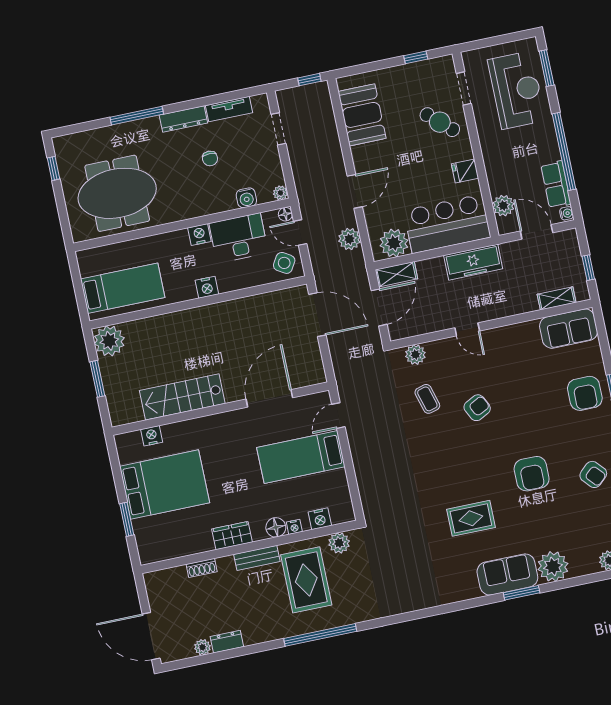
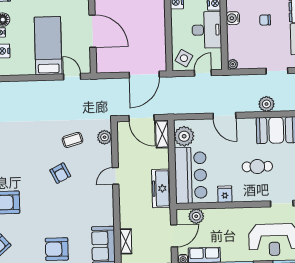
cafe table: (440, 122) -> (257, 167), moved, turned 48
water cooler: (246, 198) -> (233, 18), moved
floor lamp: (285, 214) -> (217, 65), removed
plant: (349, 239) -> (266, 104), moved

